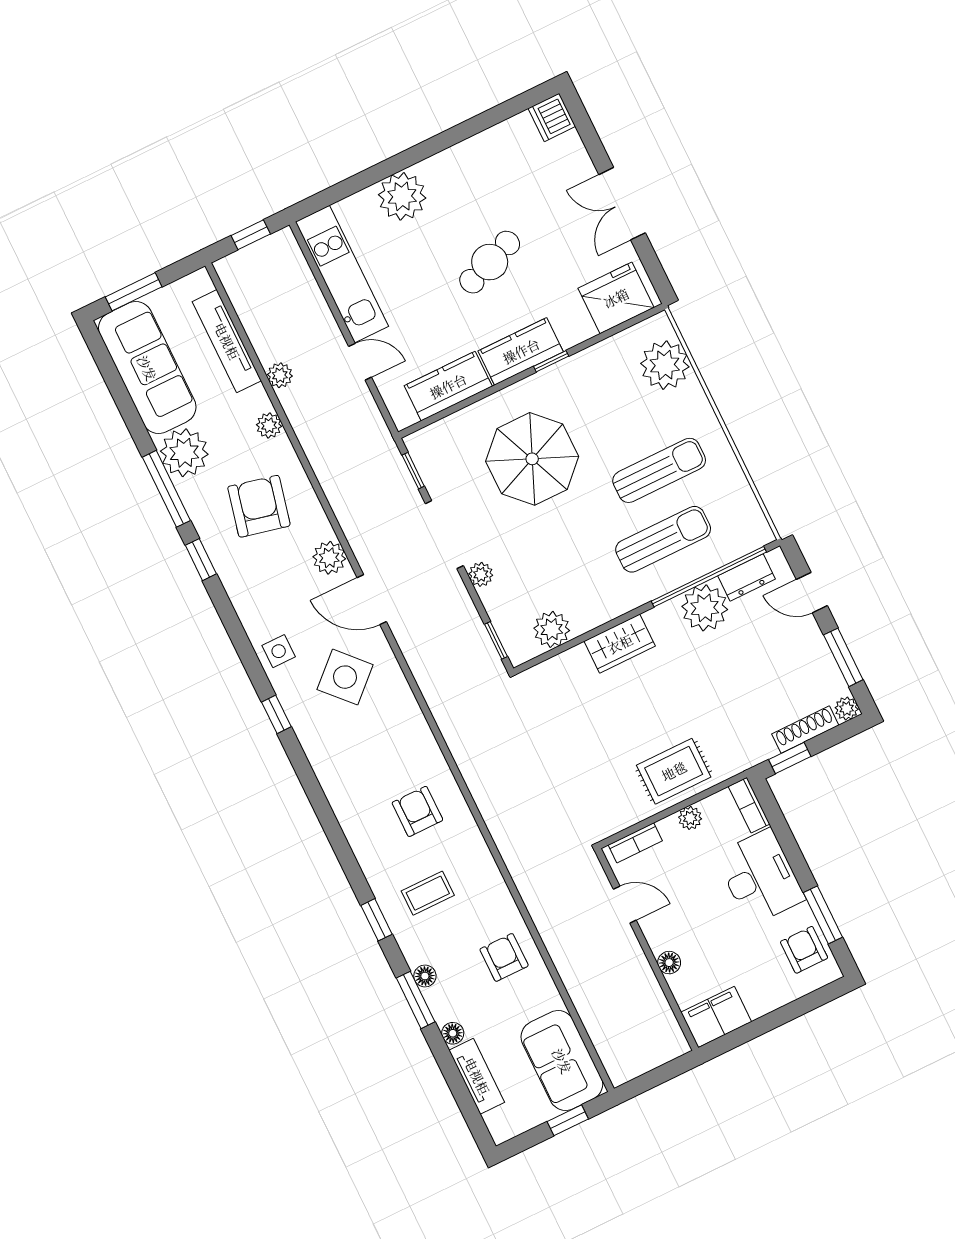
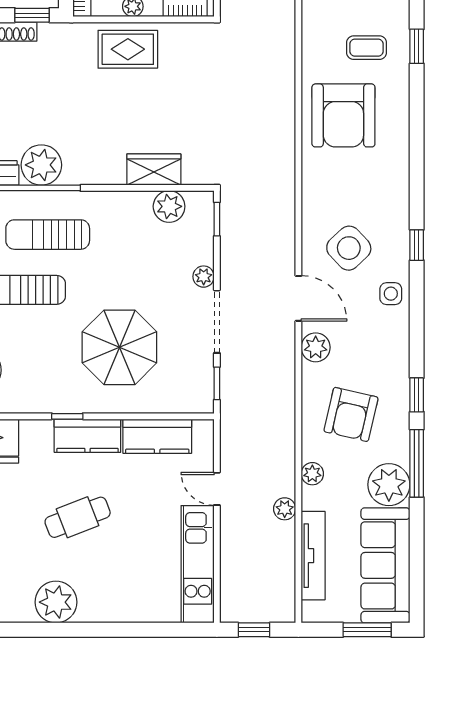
plant: (402, 196) -> (56, 602), moved
wardrobe: (620, 644) -> (154, 170), moved
armchair: (417, 811) -> (343, 115), width x1.88, depth x1.88

